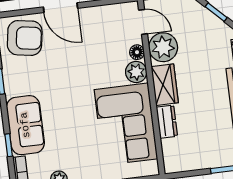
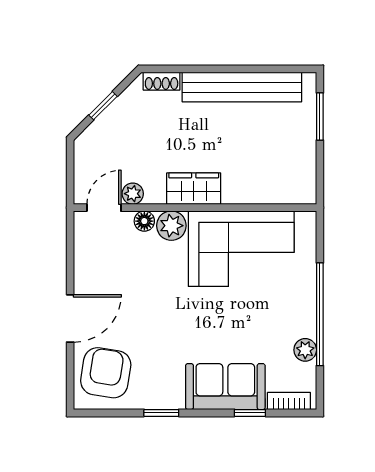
plant: (163, 47) -> (133, 194), width x0.53, depth x0.53
dresser: (167, 122) -> (245, 192), removed

